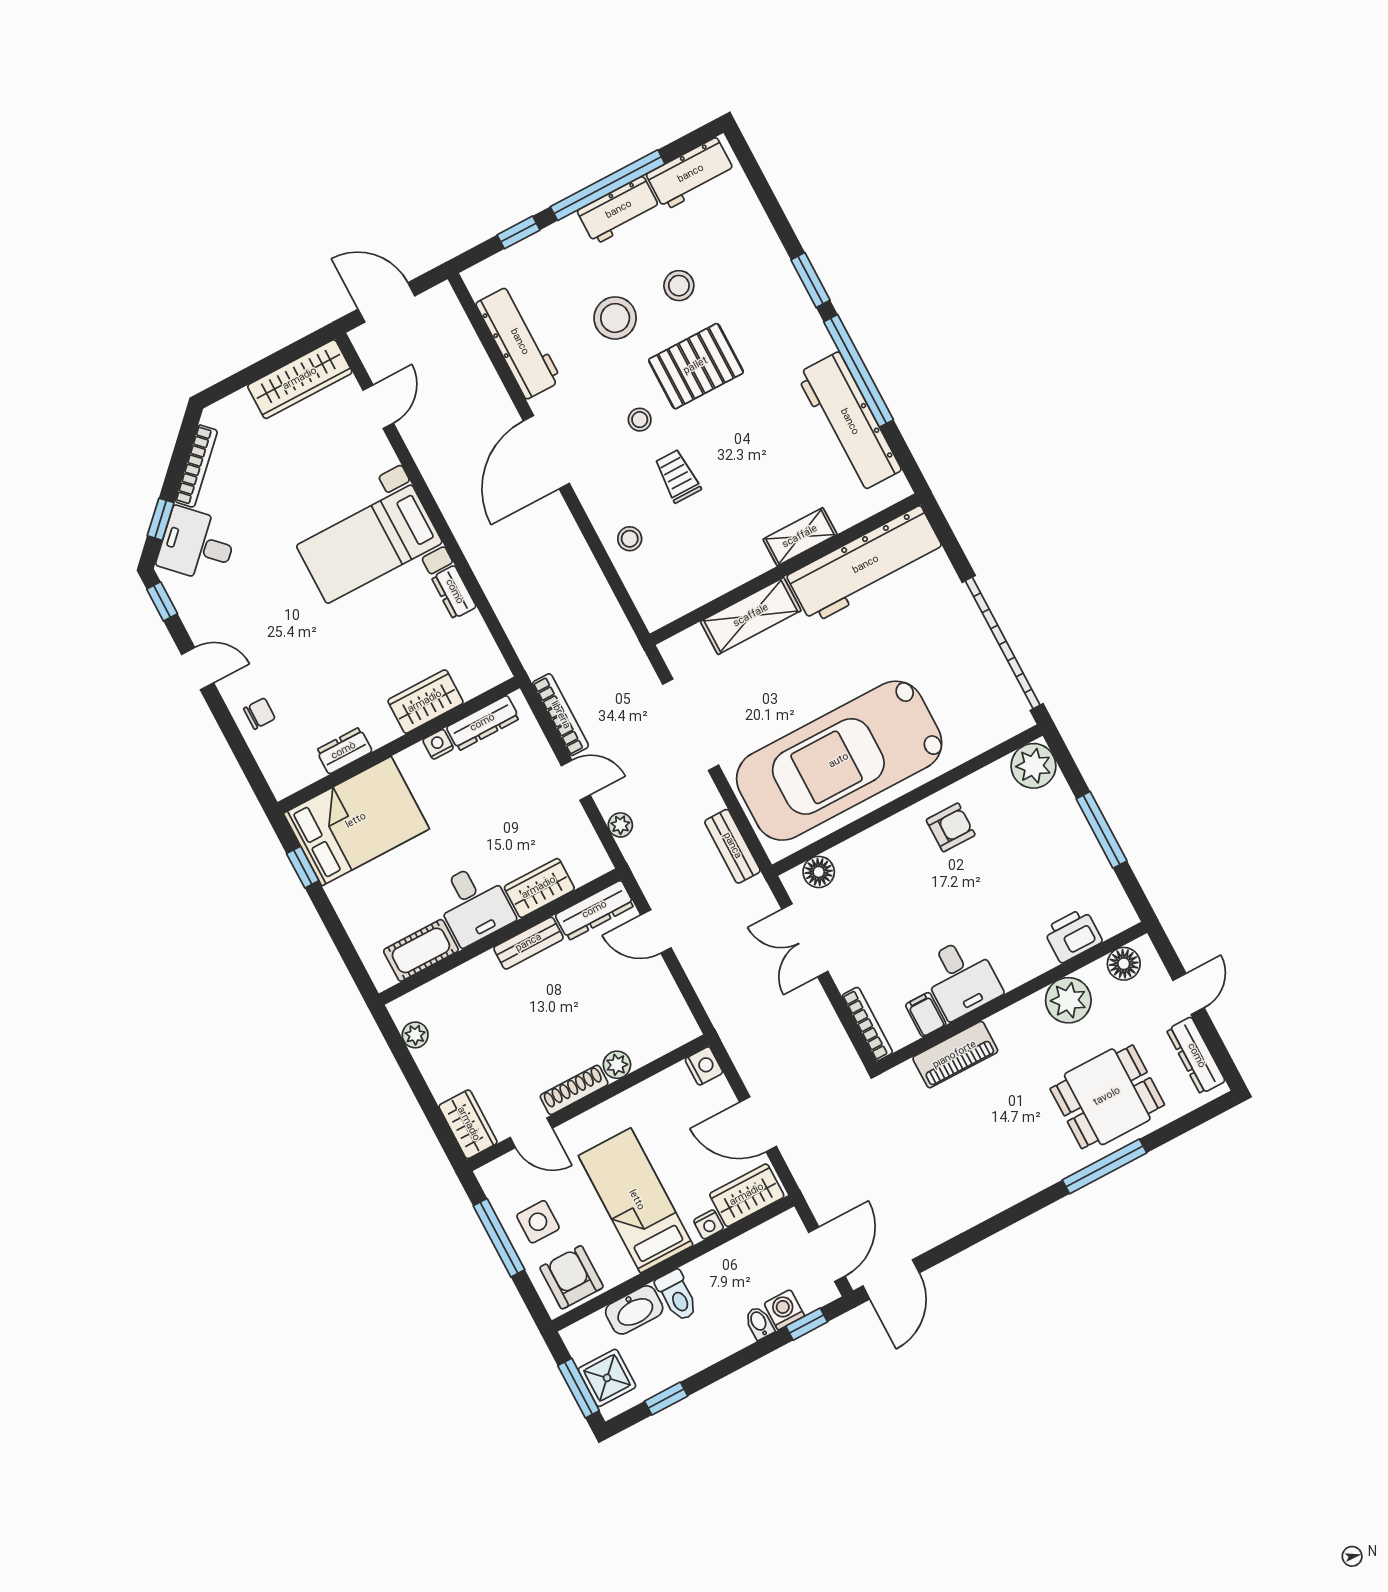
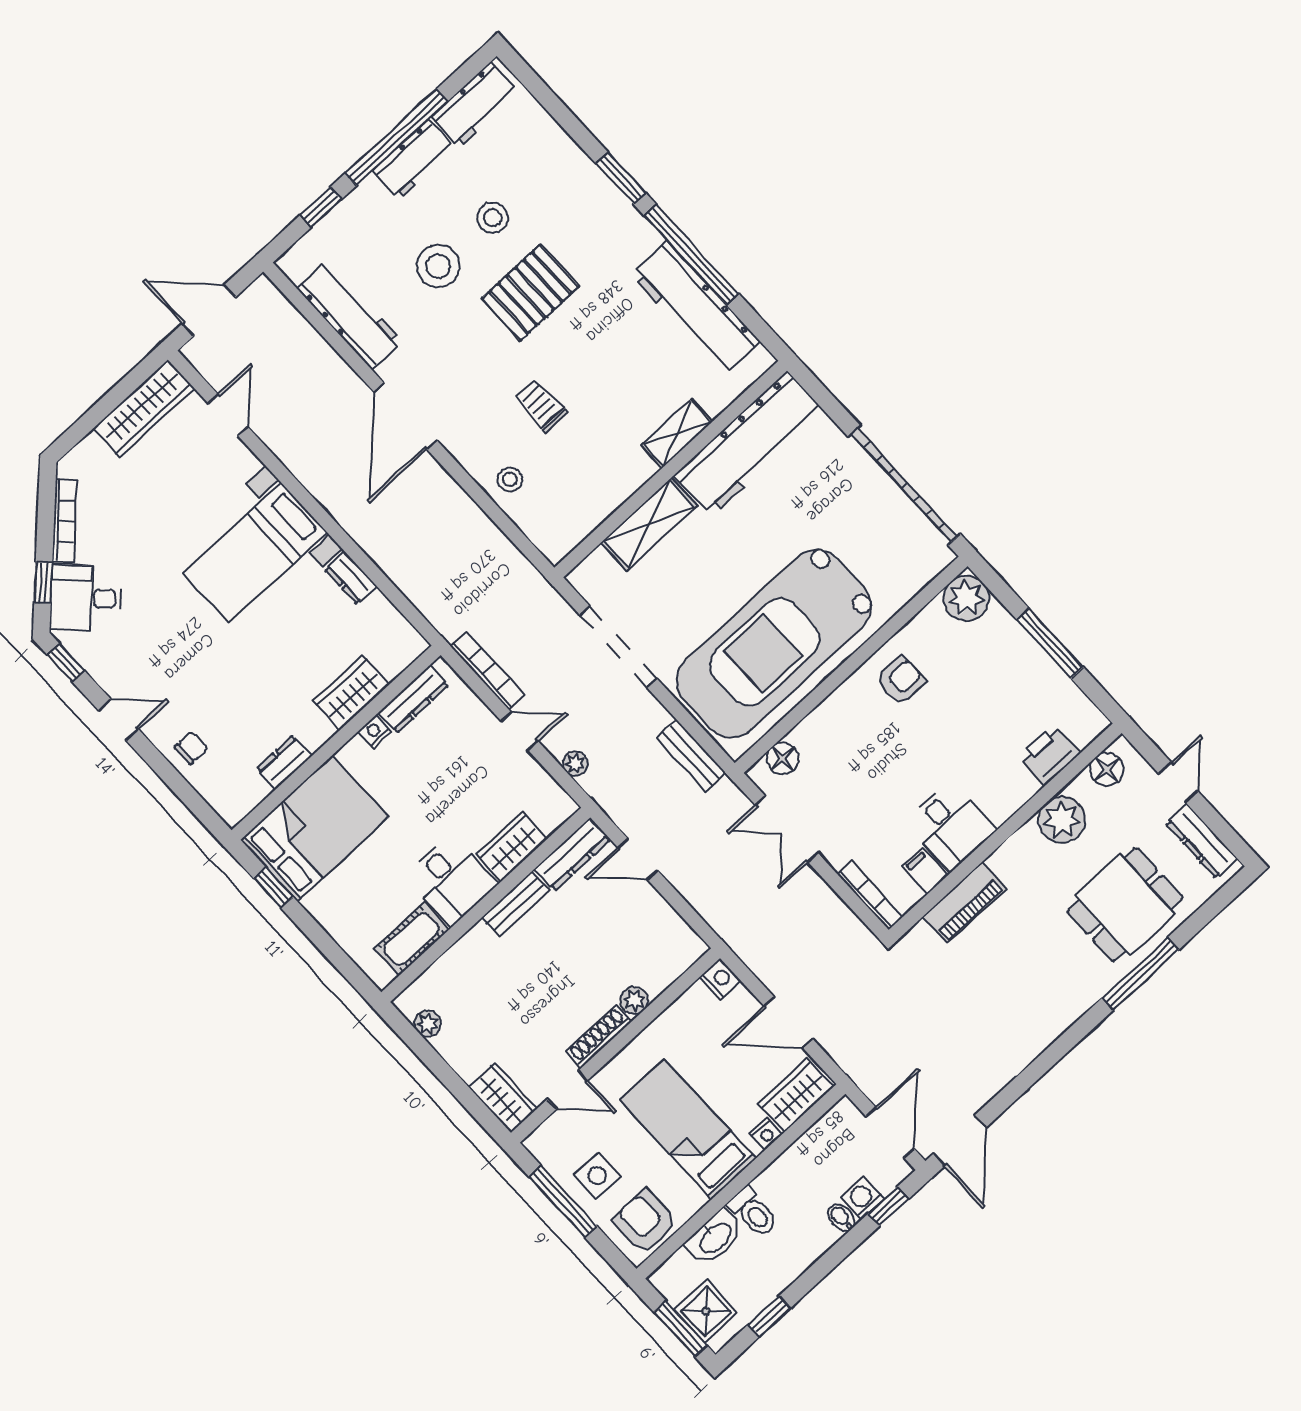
stool: (640, 420) -> (489, 360), removed

